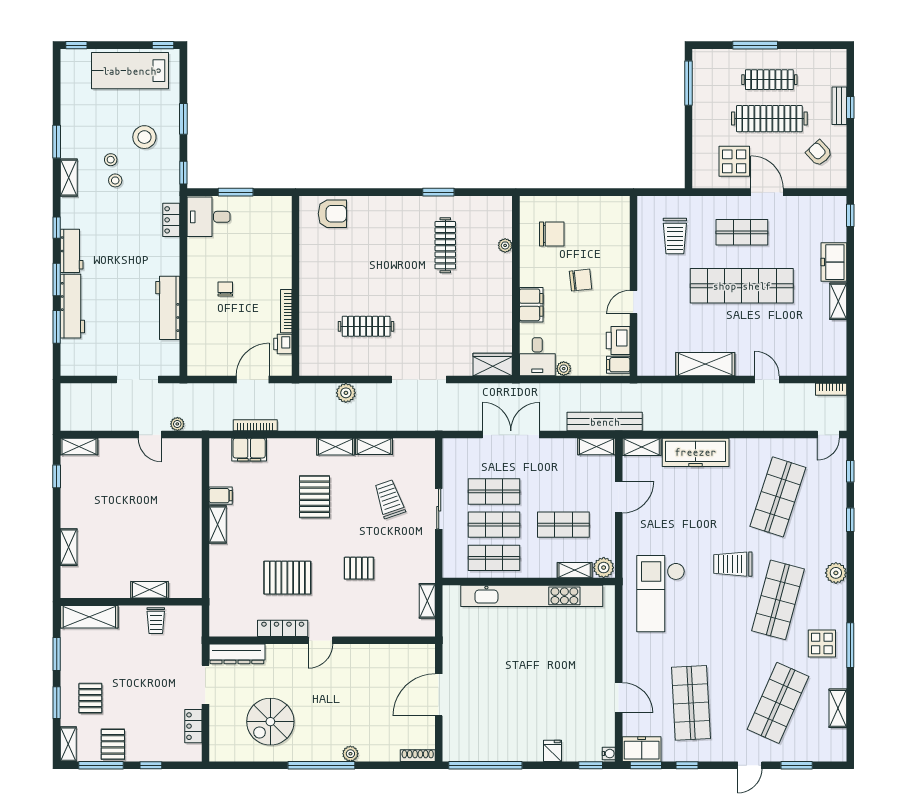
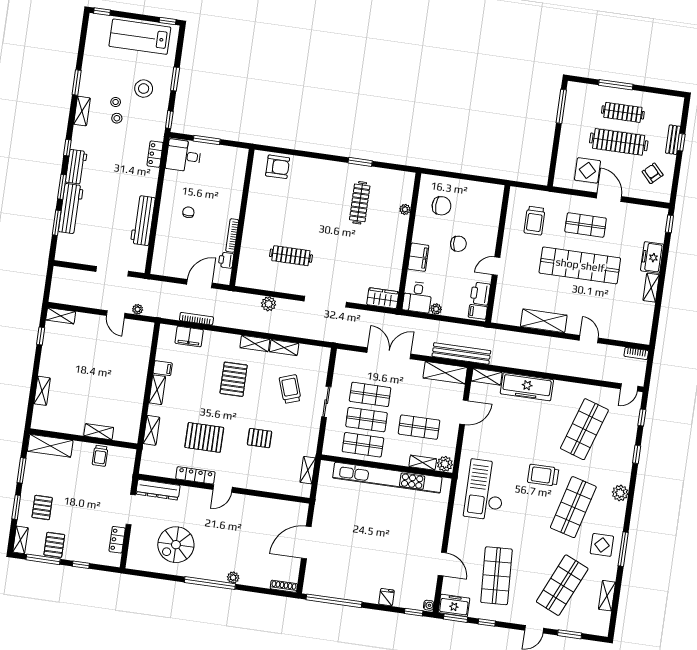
shelving: (596, 447) -> (445, 373), width x1.50, depth x1.33
shelving: (218, 578) -> (151, 430), added

